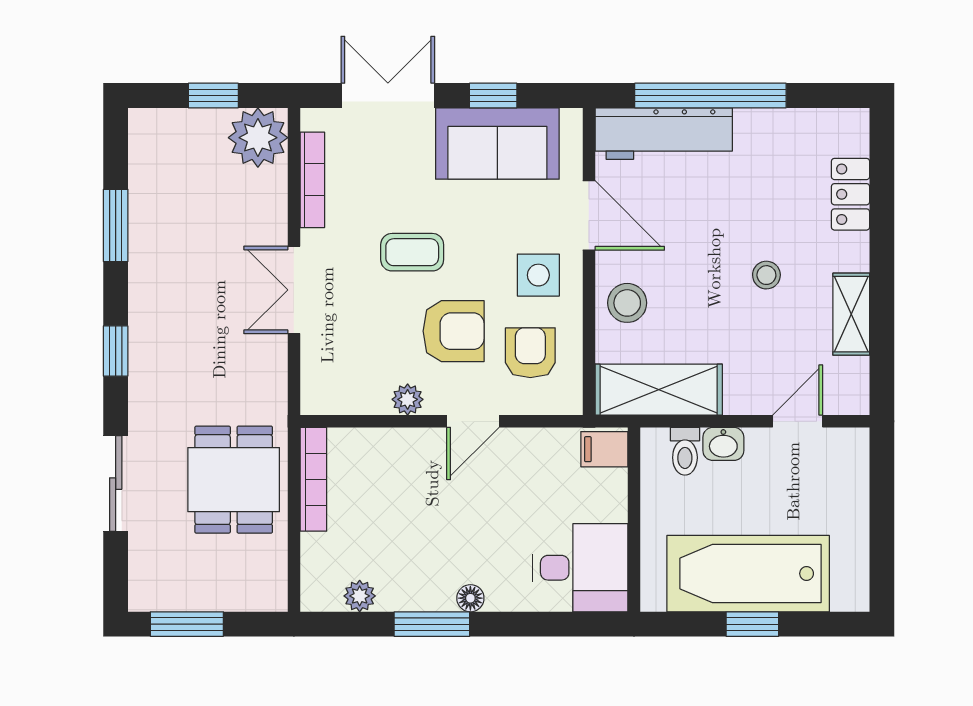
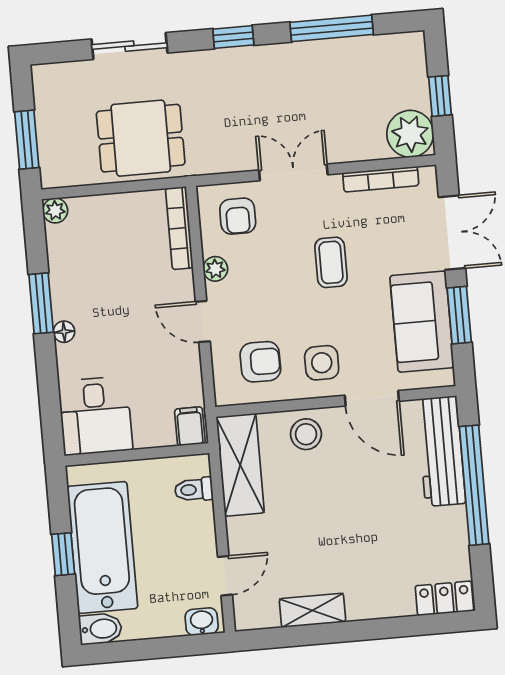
window: (493, 95) -> (459, 315), width x1.50
locker: (851, 194) -> (444, 598), moved
door: (589, 215) -> (372, 398), hinge flipped
window: (116, 225) -> (332, 28), width x1.44
stool: (766, 275) -> (337, 541), removed
armchair: (454, 331) -> (238, 216), moved, width x0.72, depth x0.72
door: (798, 421) -> (225, 576), hinge flipped
washbasin: (723, 444) -> (202, 622), moved, turned 90
bookcase: (313, 479) -> (179, 228), moved, turned 90
bidet: (851, 585) -> (100, 629), added
plant: (360, 596) -> (55, 211), moved
window: (187, 624) -> (27, 140), moved

